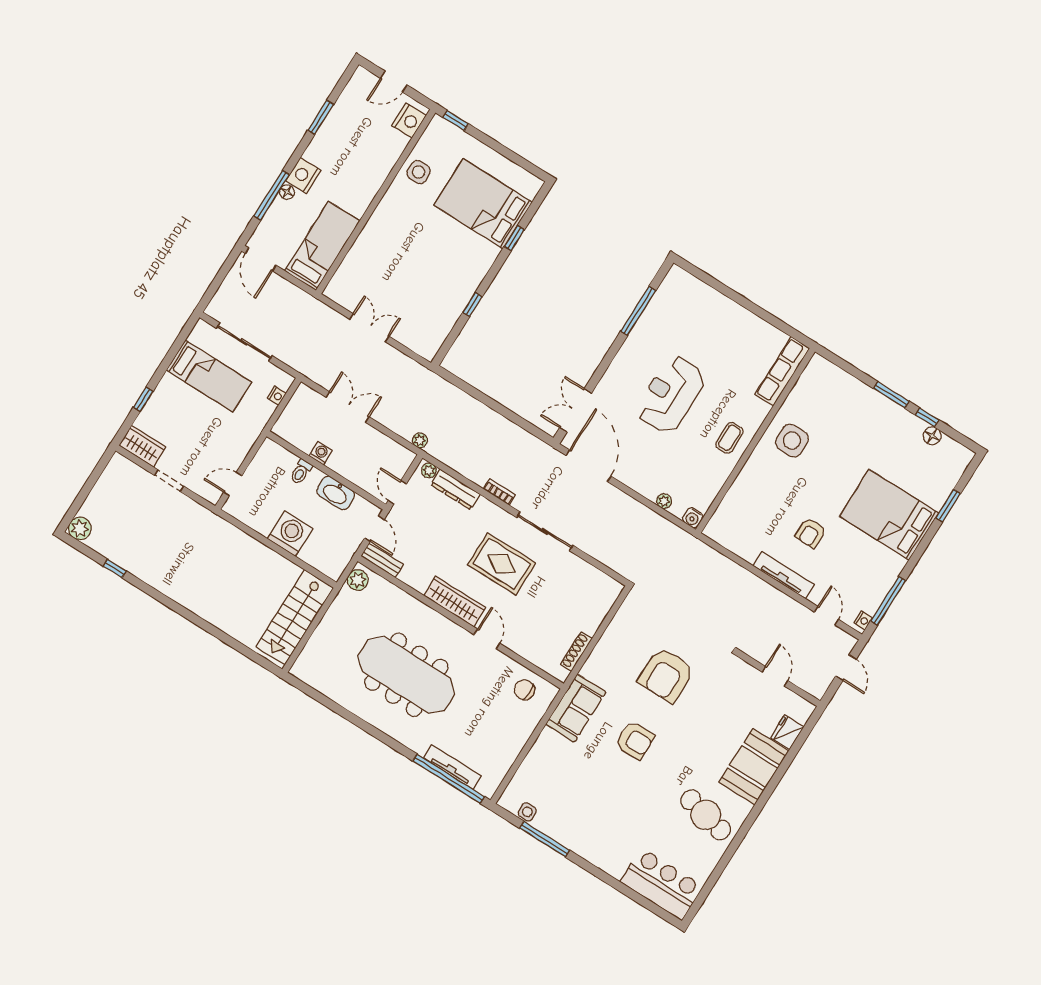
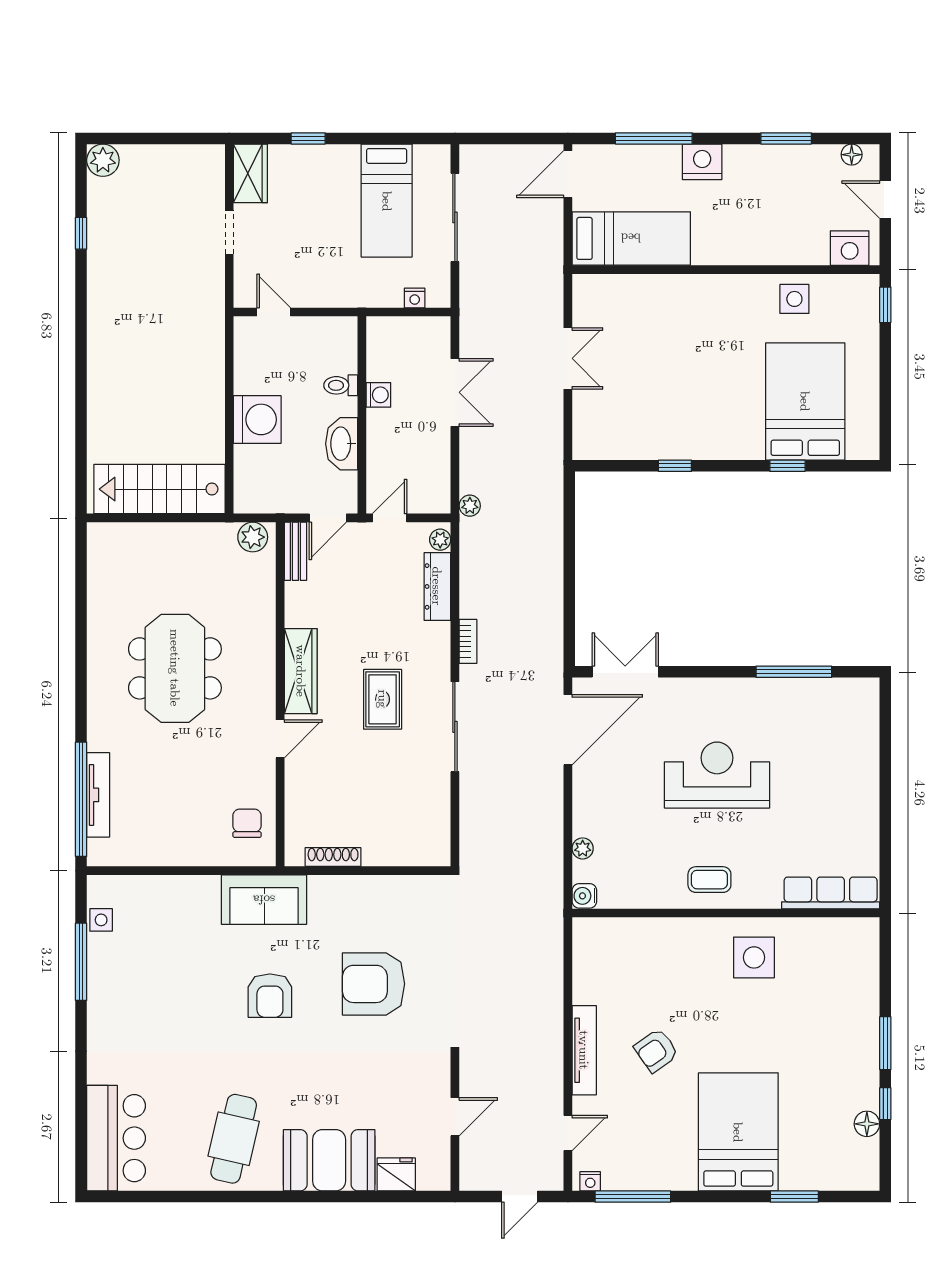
floor lamp: (287, 192) -> (852, 155), moved
armchair: (811, 533) -> (656, 1050), turned -35
rug: (502, 564) -> (383, 699), width x0.73, depth x0.70
meeting table: (406, 675) -> (175, 668), width x0.73

